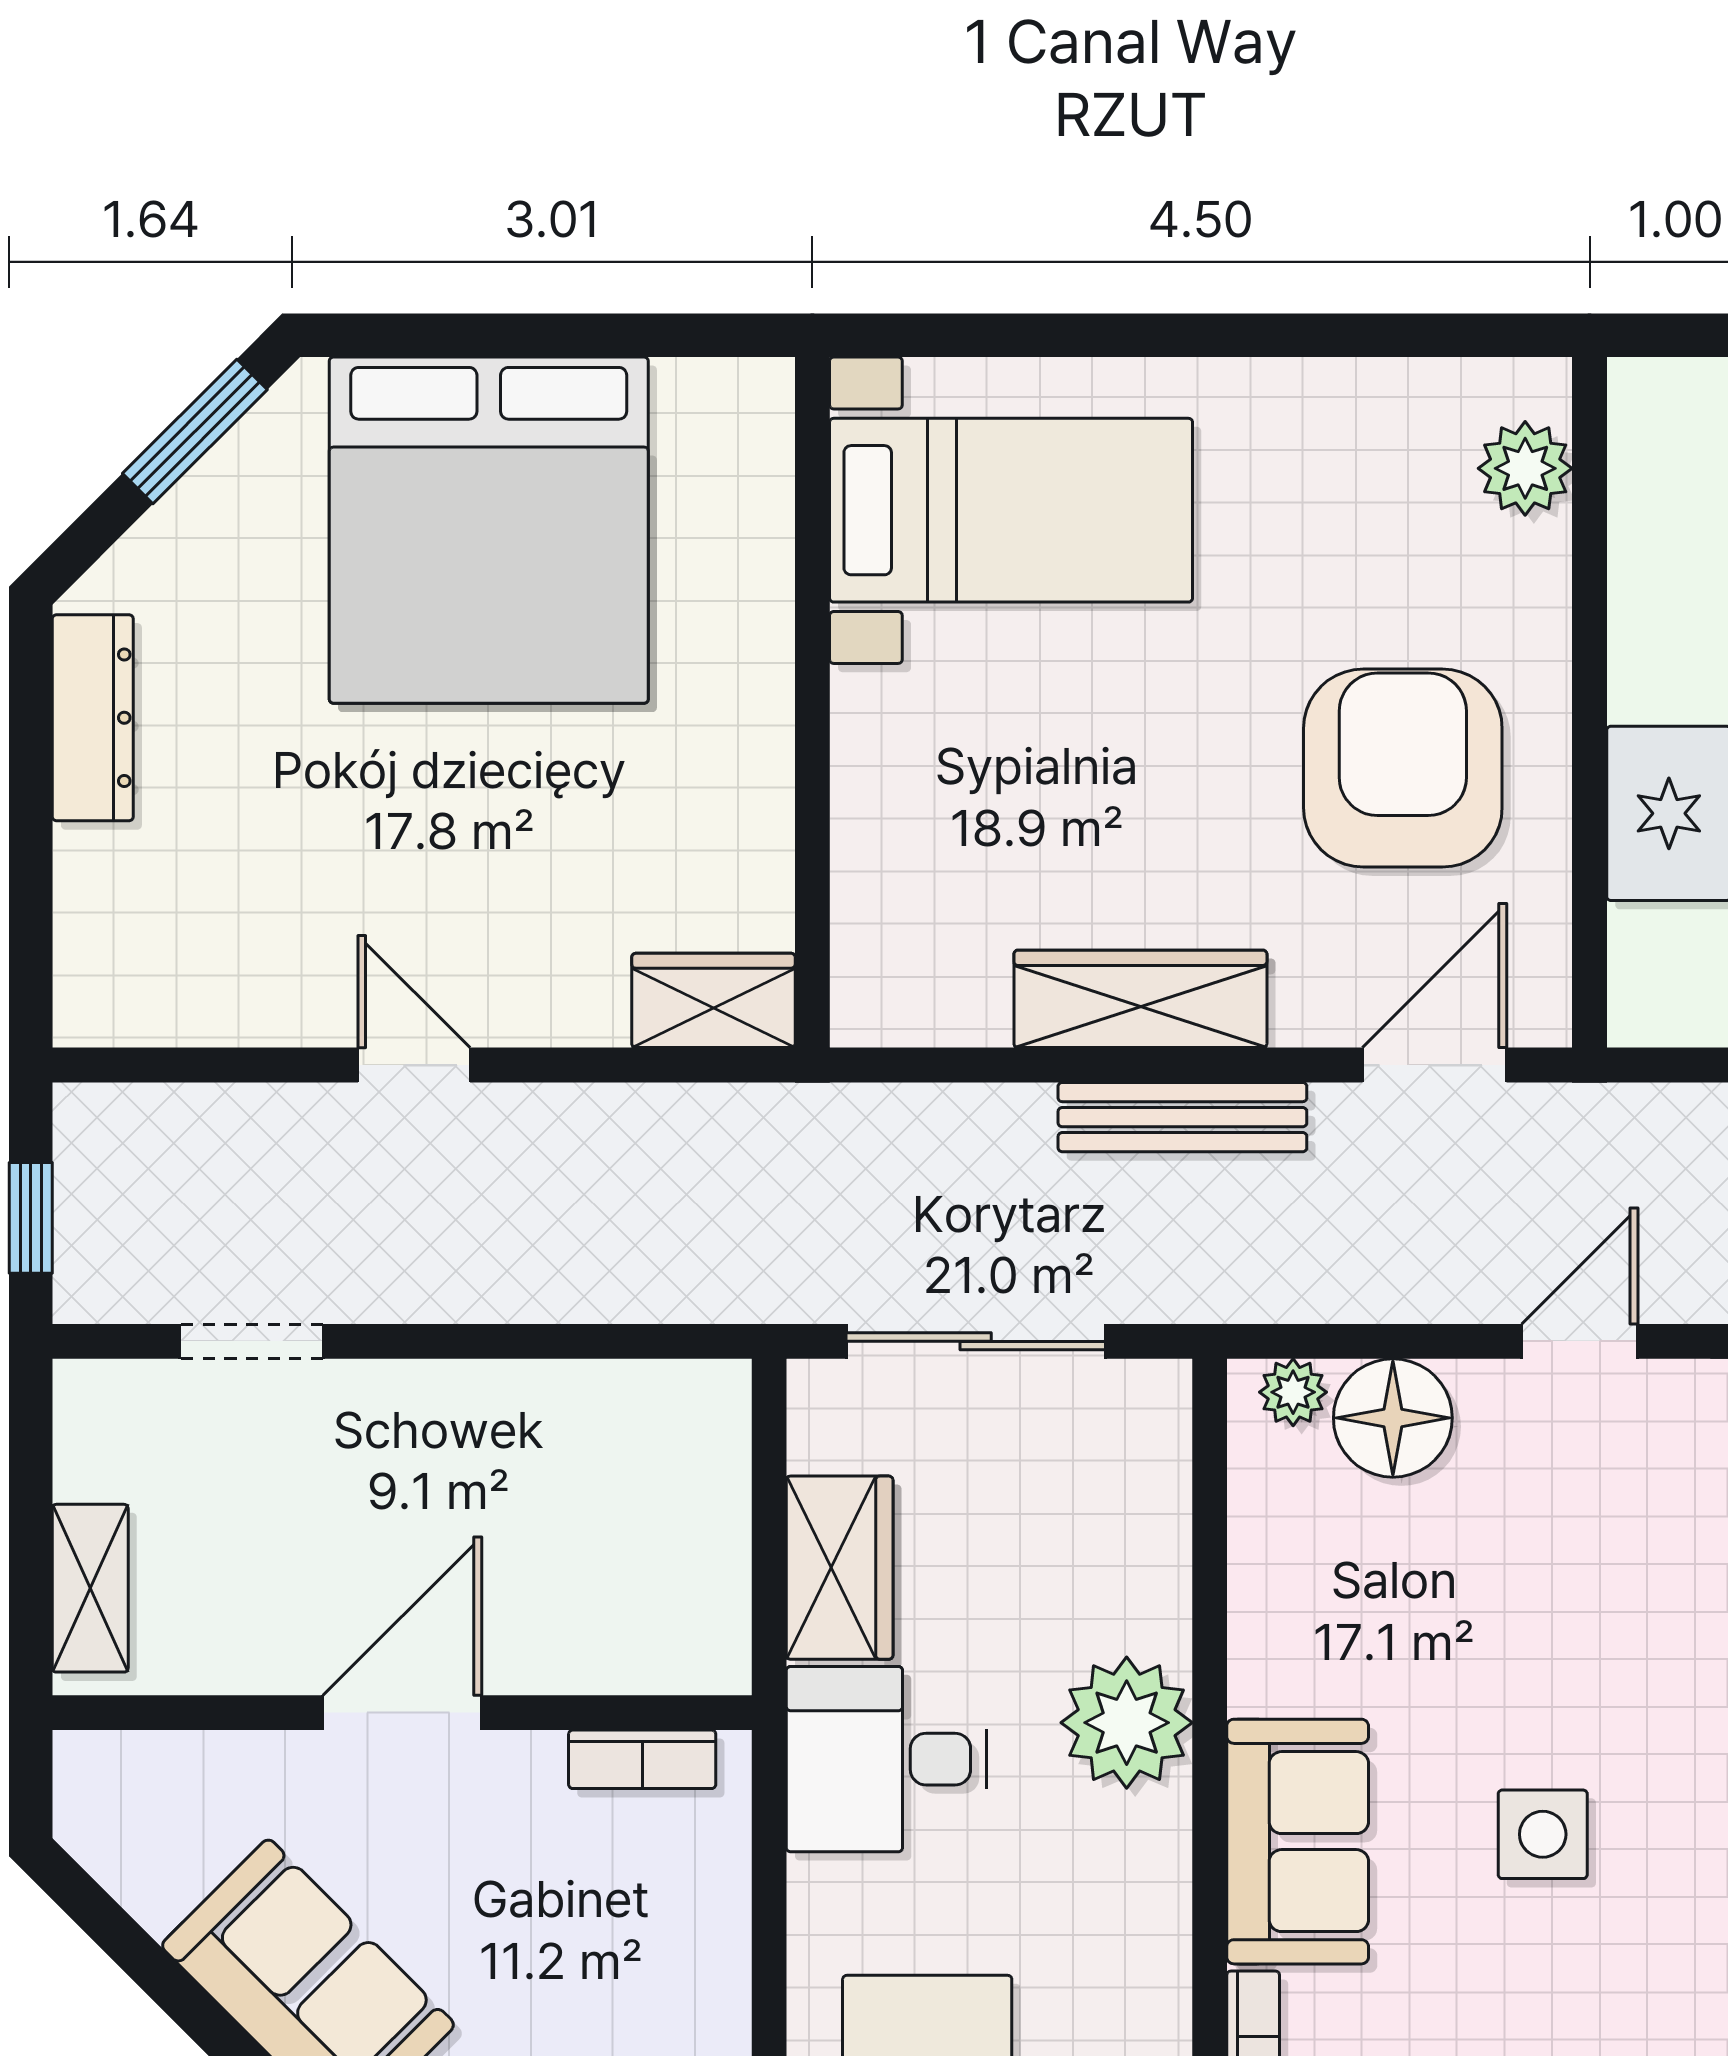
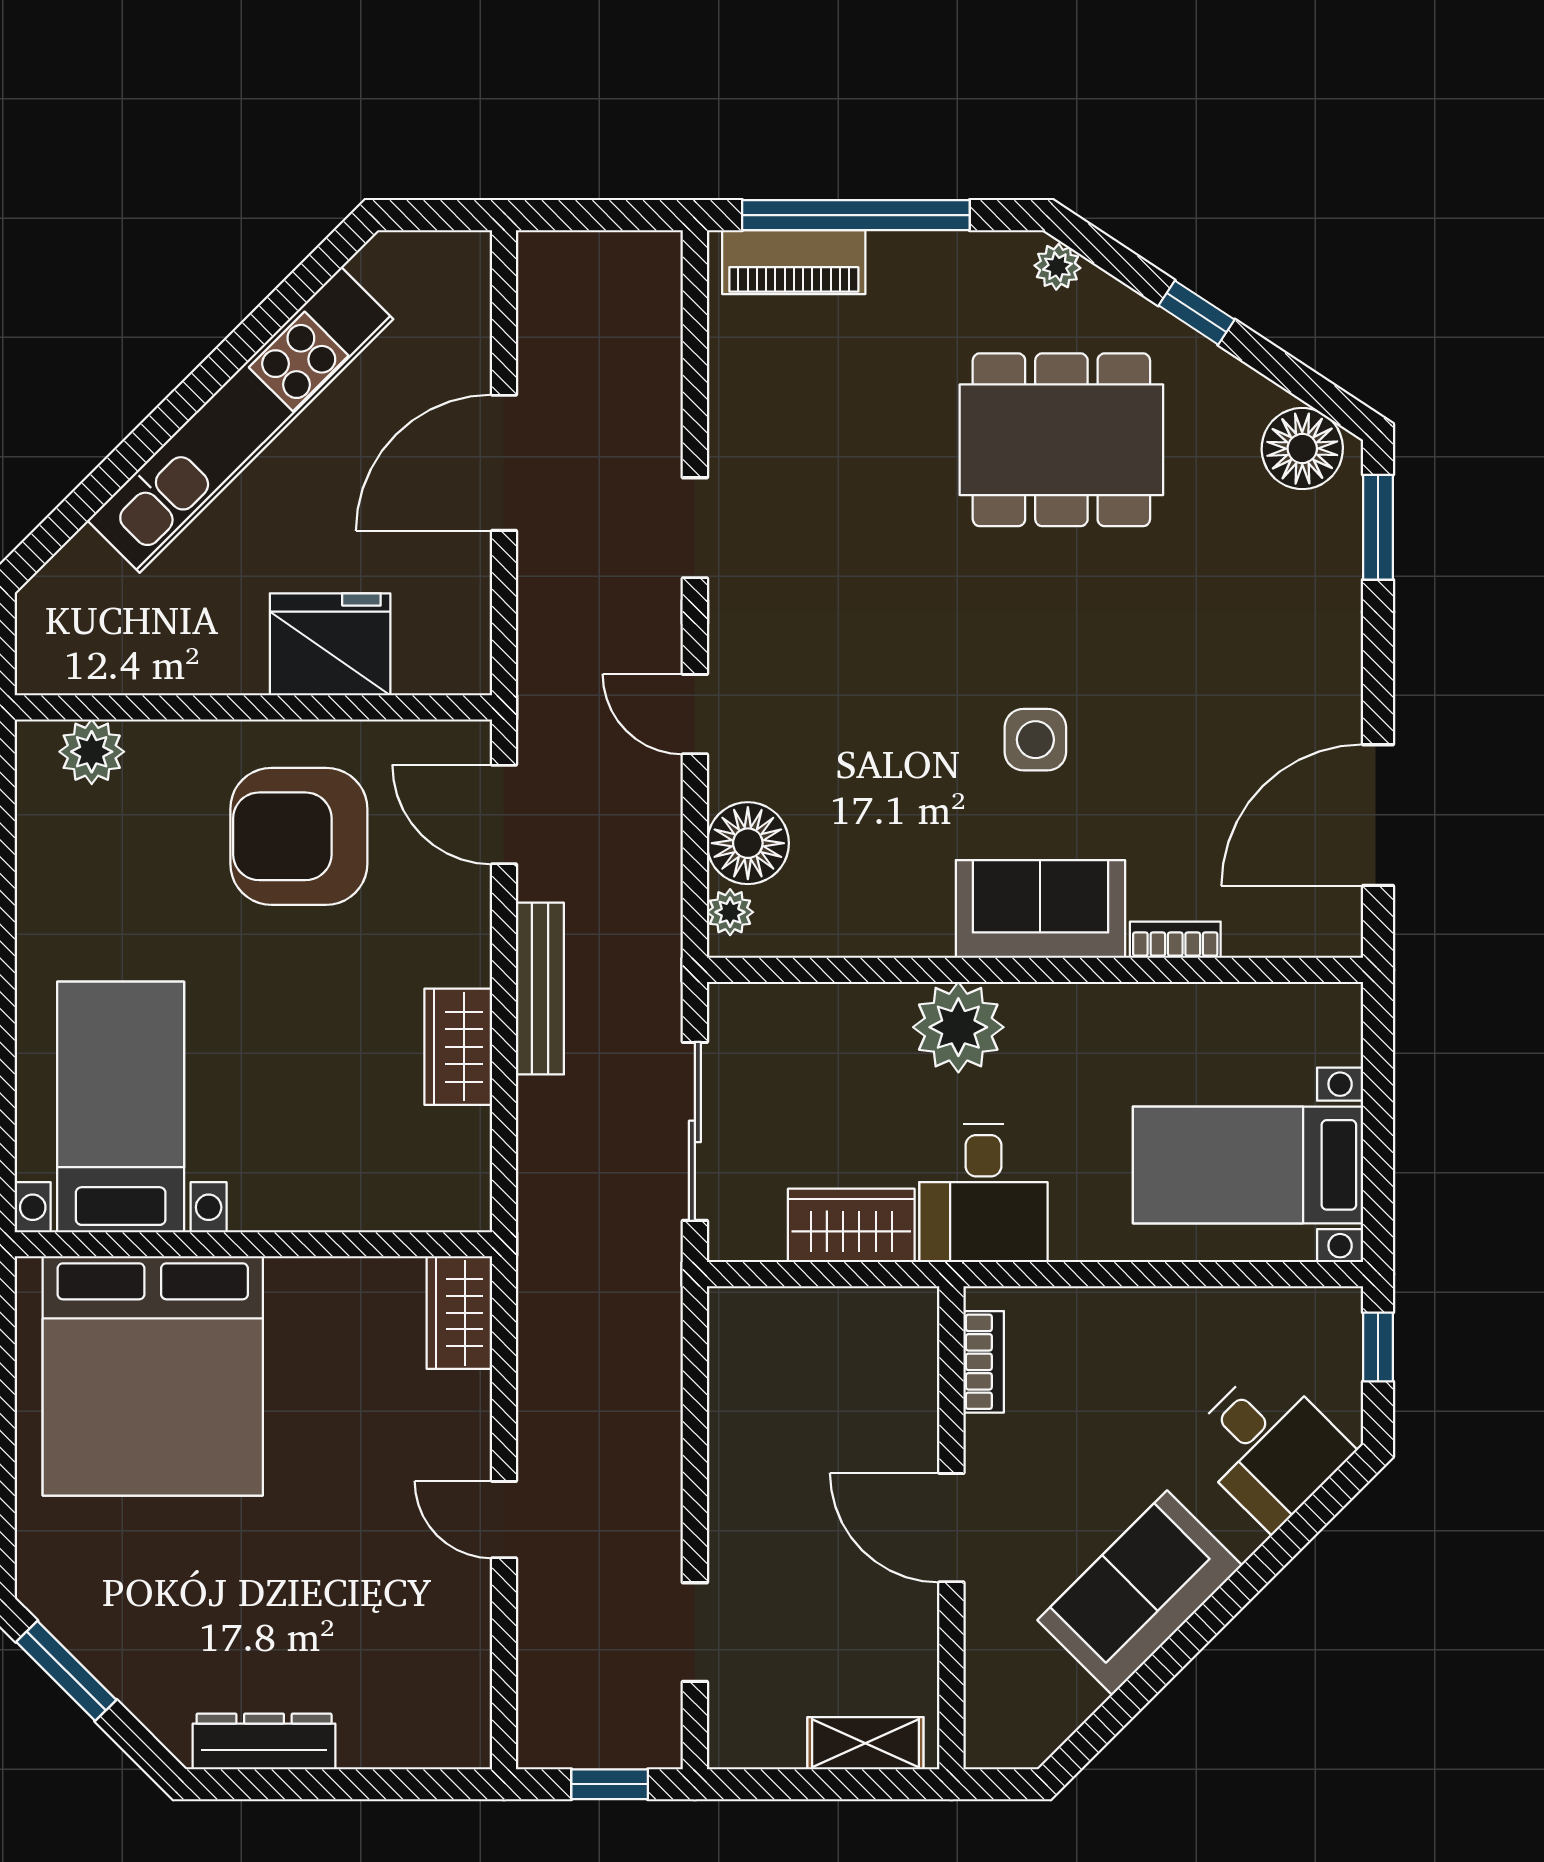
bed: (489, 530) -> (153, 1376), moved, turned 90
wardrobe: (1140, 999) -> (458, 1047), width x0.67
door: (414, 1065) -> (504, 1520), hinge flipped

